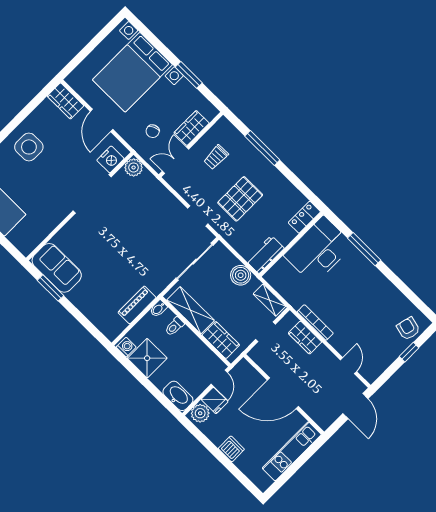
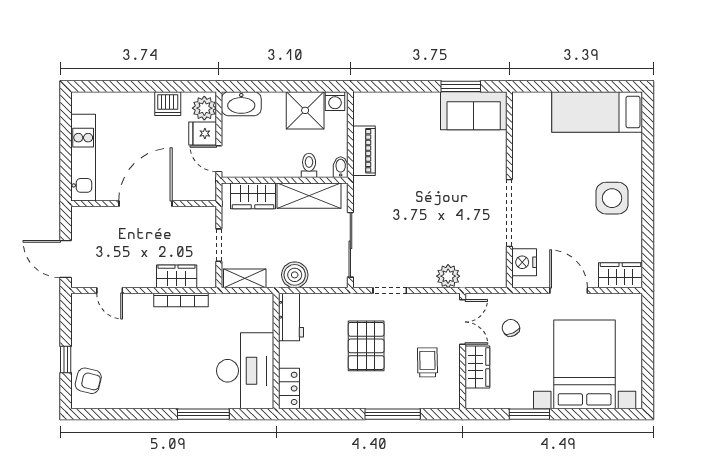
plant: (134, 167) -> (448, 276), moved
dishwasher: (231, 449) -> (168, 104), moved

